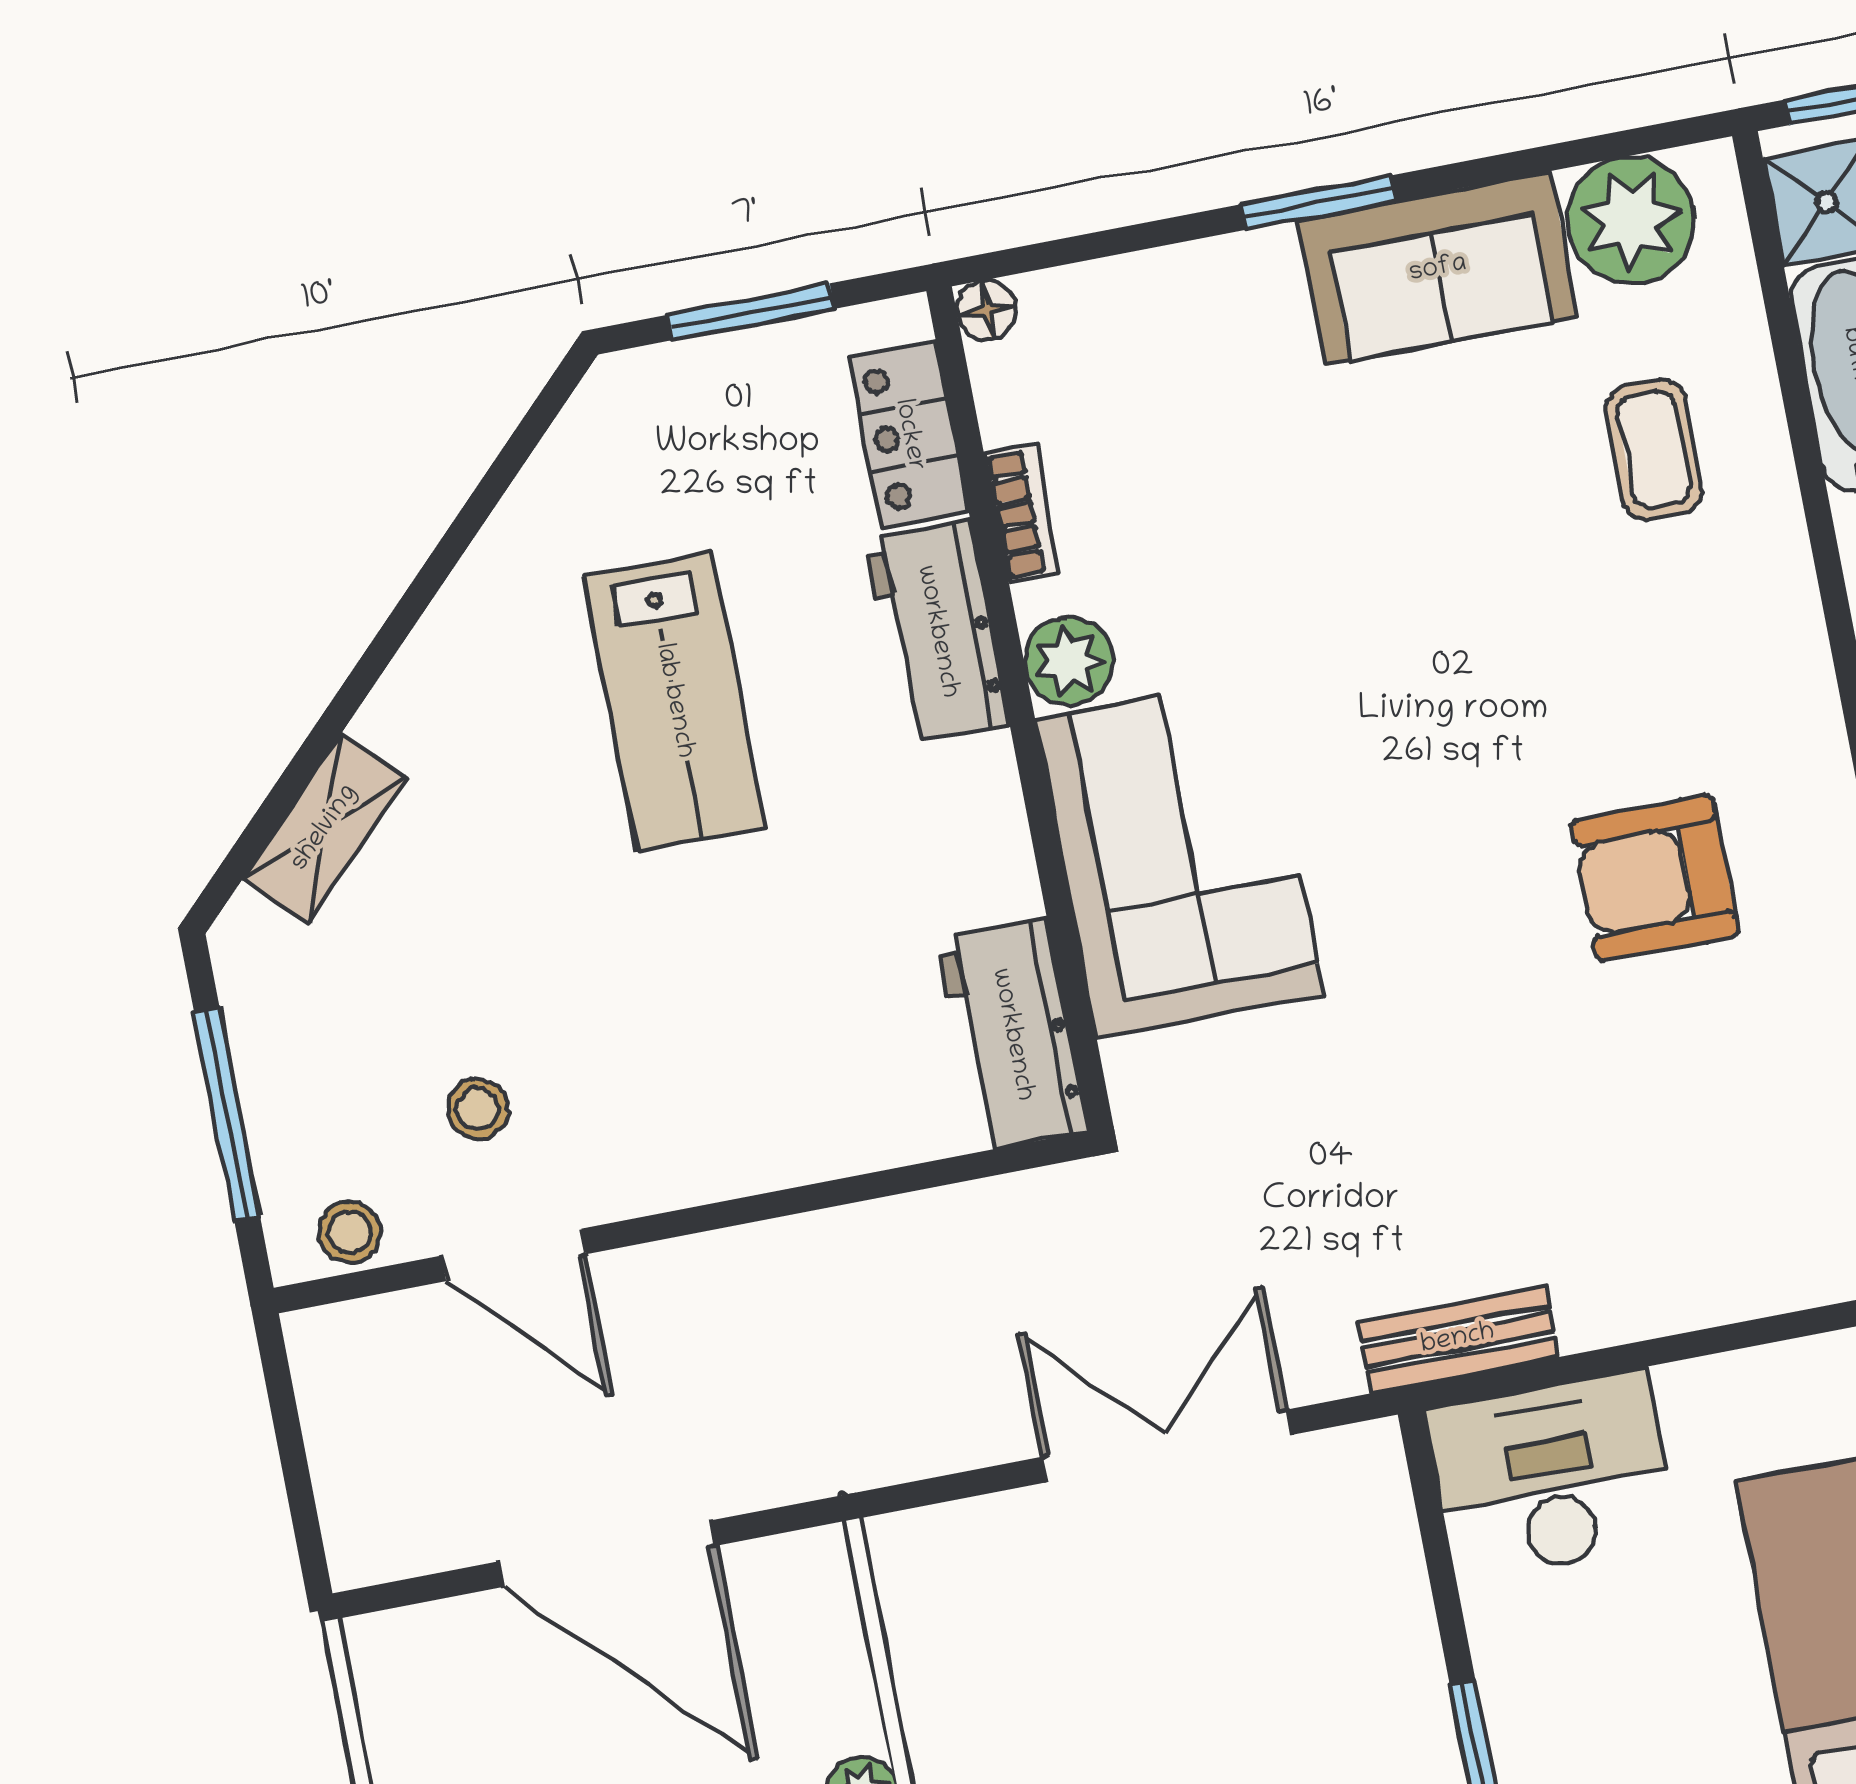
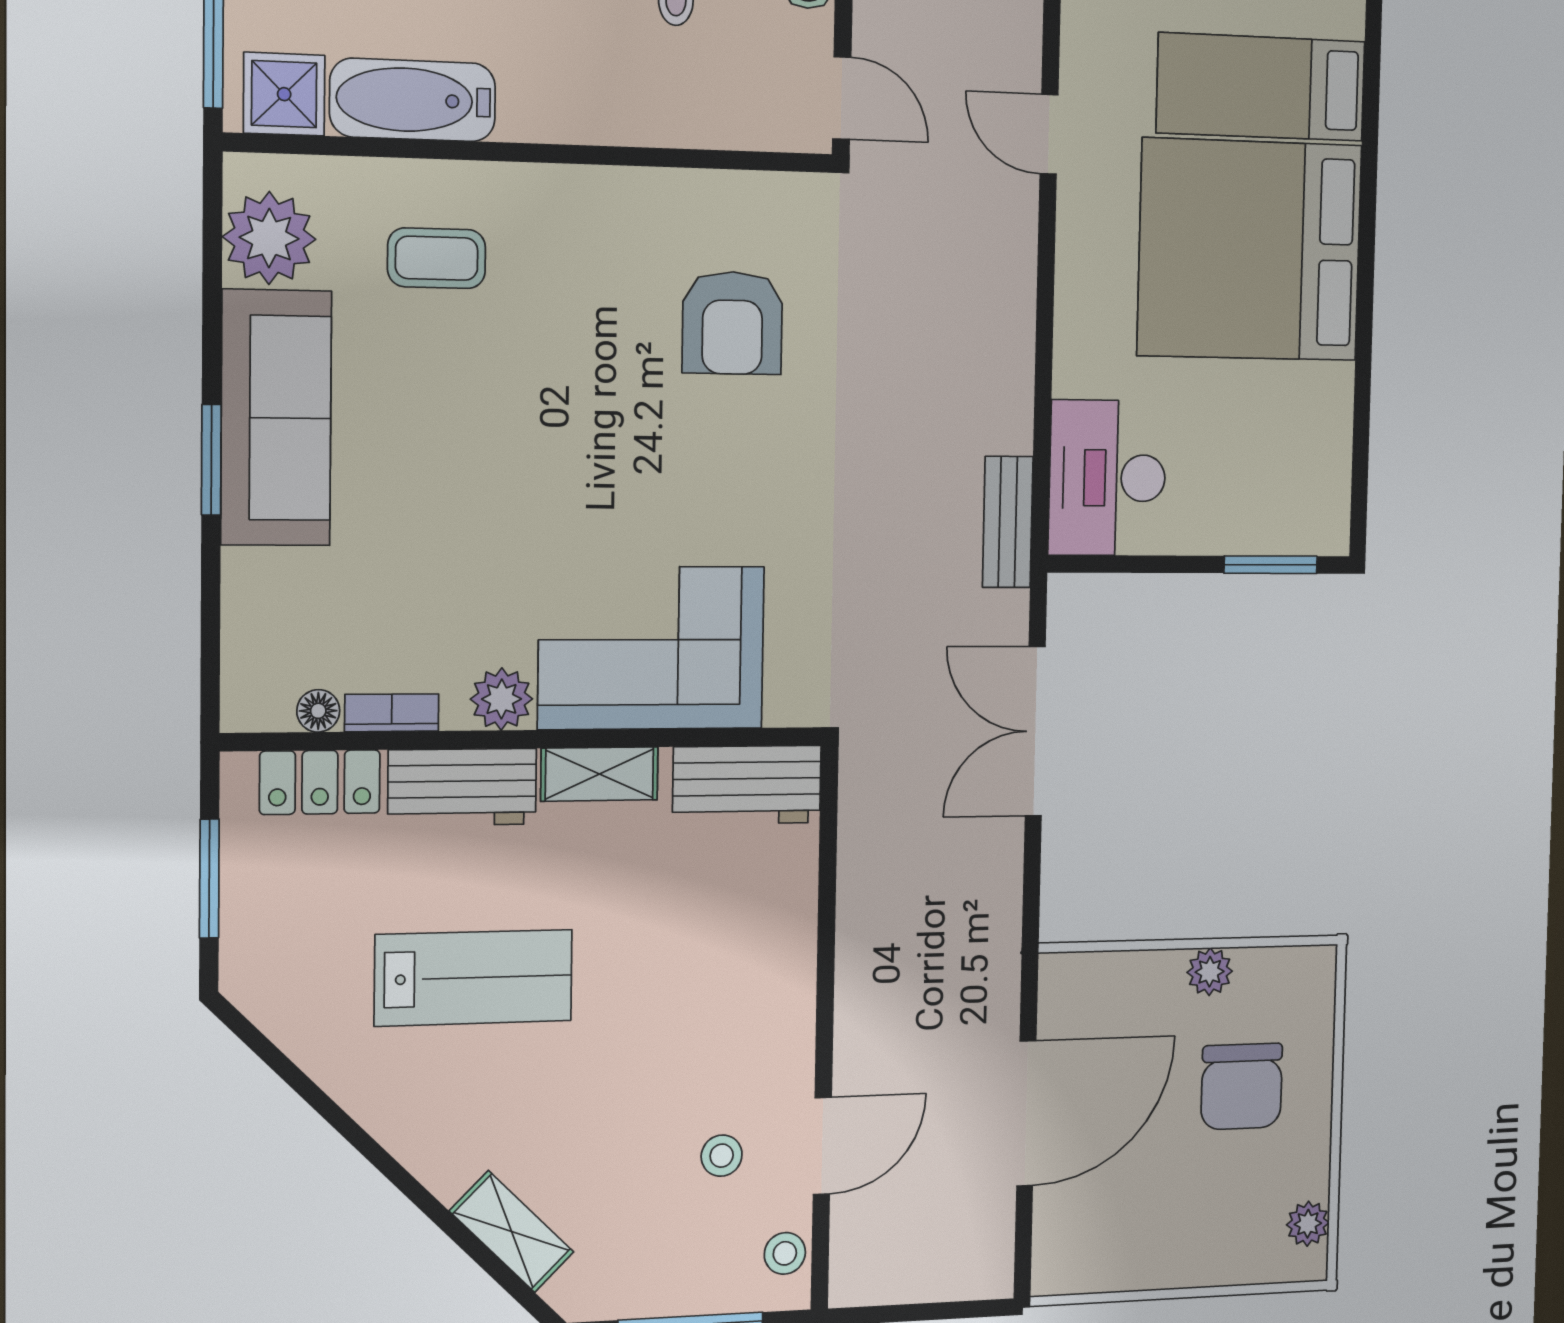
sofa: (1438, 269) -> (276, 418), width x1.36
floor lamp: (986, 310) -> (318, 711), moved
shelving: (990, 820) -> (599, 774), added

